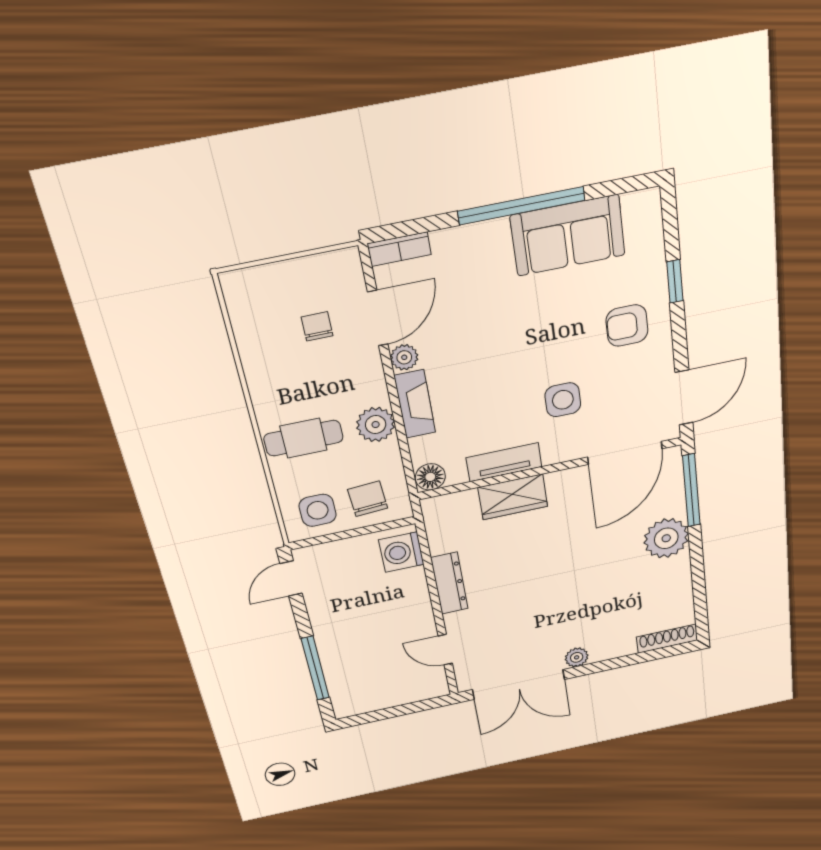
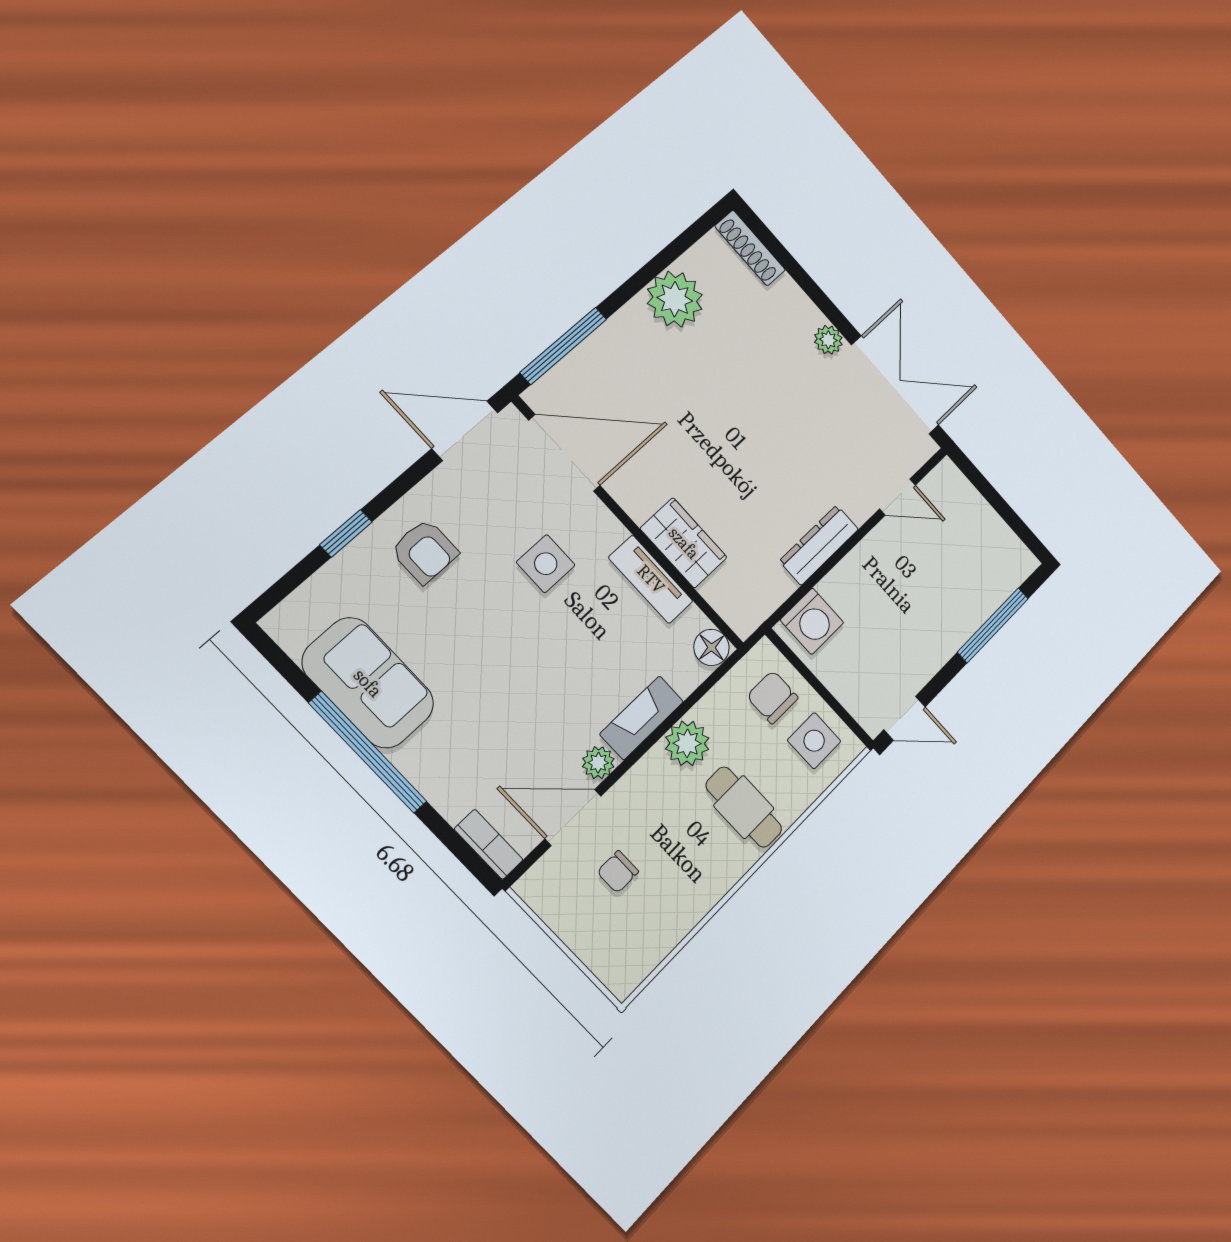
chair: (368, 499) -> (772, 697), turned 94
plant: (666, 538) -> (675, 299), moved
door: (445, 650) -> (898, 497), hinge flipped

